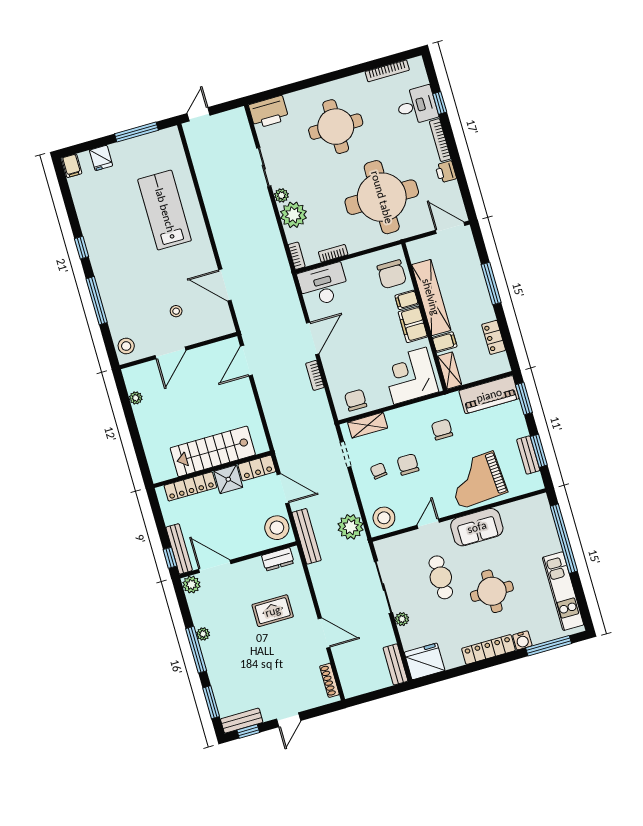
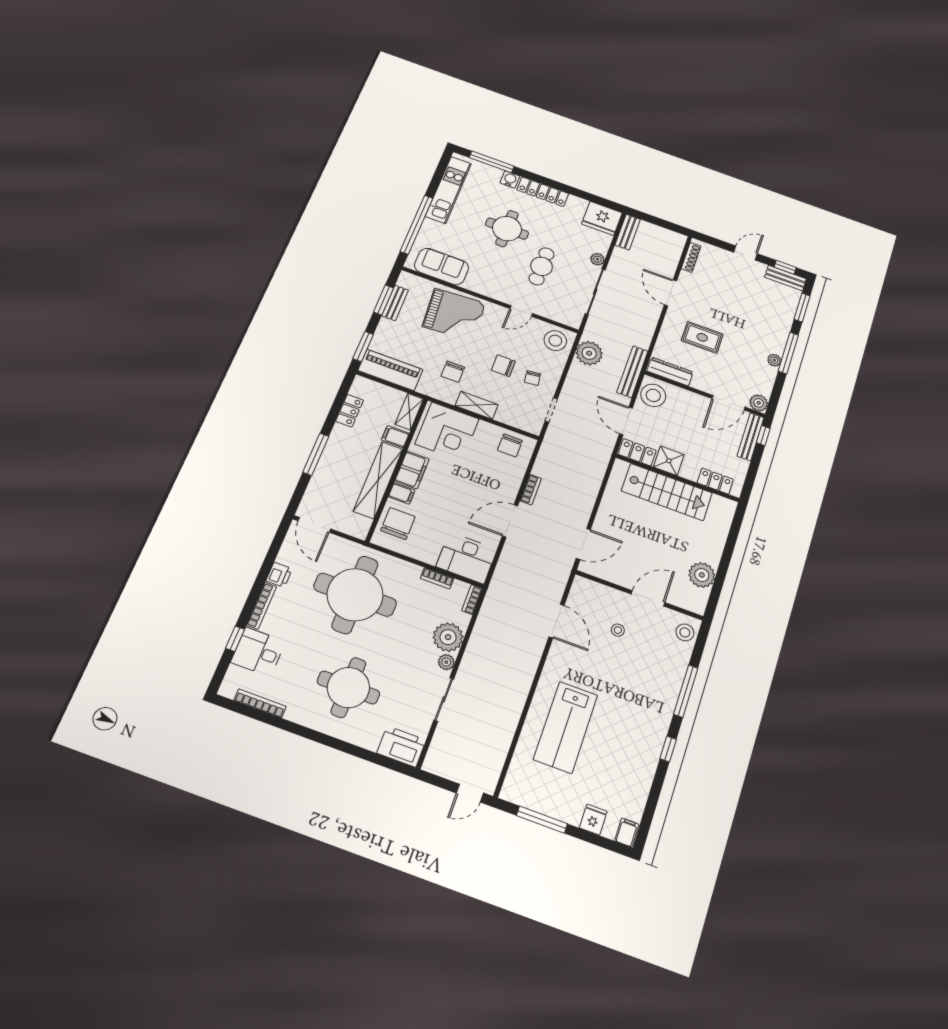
plant: (136, 398) -> (702, 575), width x1.87, depth x1.87
shelving: (368, 425) -> (477, 405), moved
chair: (408, 464) -> (503, 366), turned 90
locker: (190, 486) -> (715, 481), width x0.66
sofa: (477, 527) -> (442, 266), moved
dresser: (278, 559) -> (670, 372), width x1.44
door: (215, 566) -> (729, 403), hinge flipped

